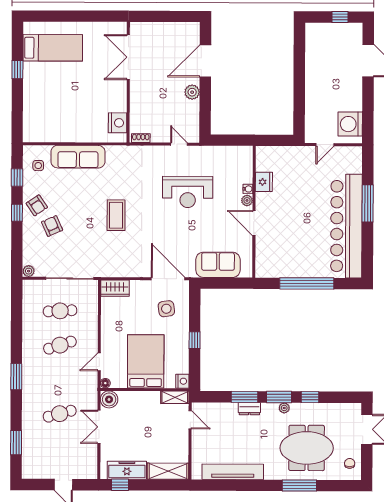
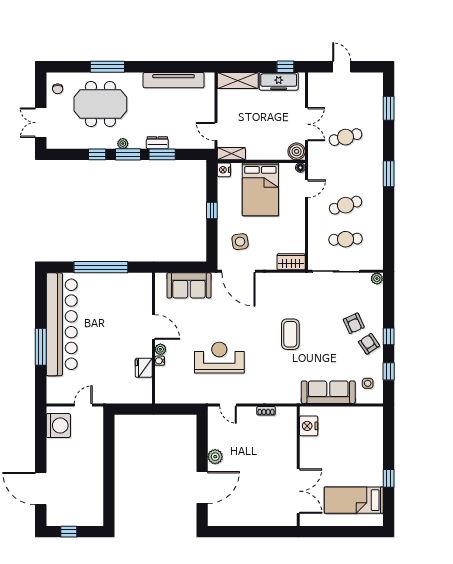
double door: (128, 57) -> (298, 491), moved
wall: (128, 82) -> (298, 466), moved
nightstand: (118, 123) -> (309, 426), moved

